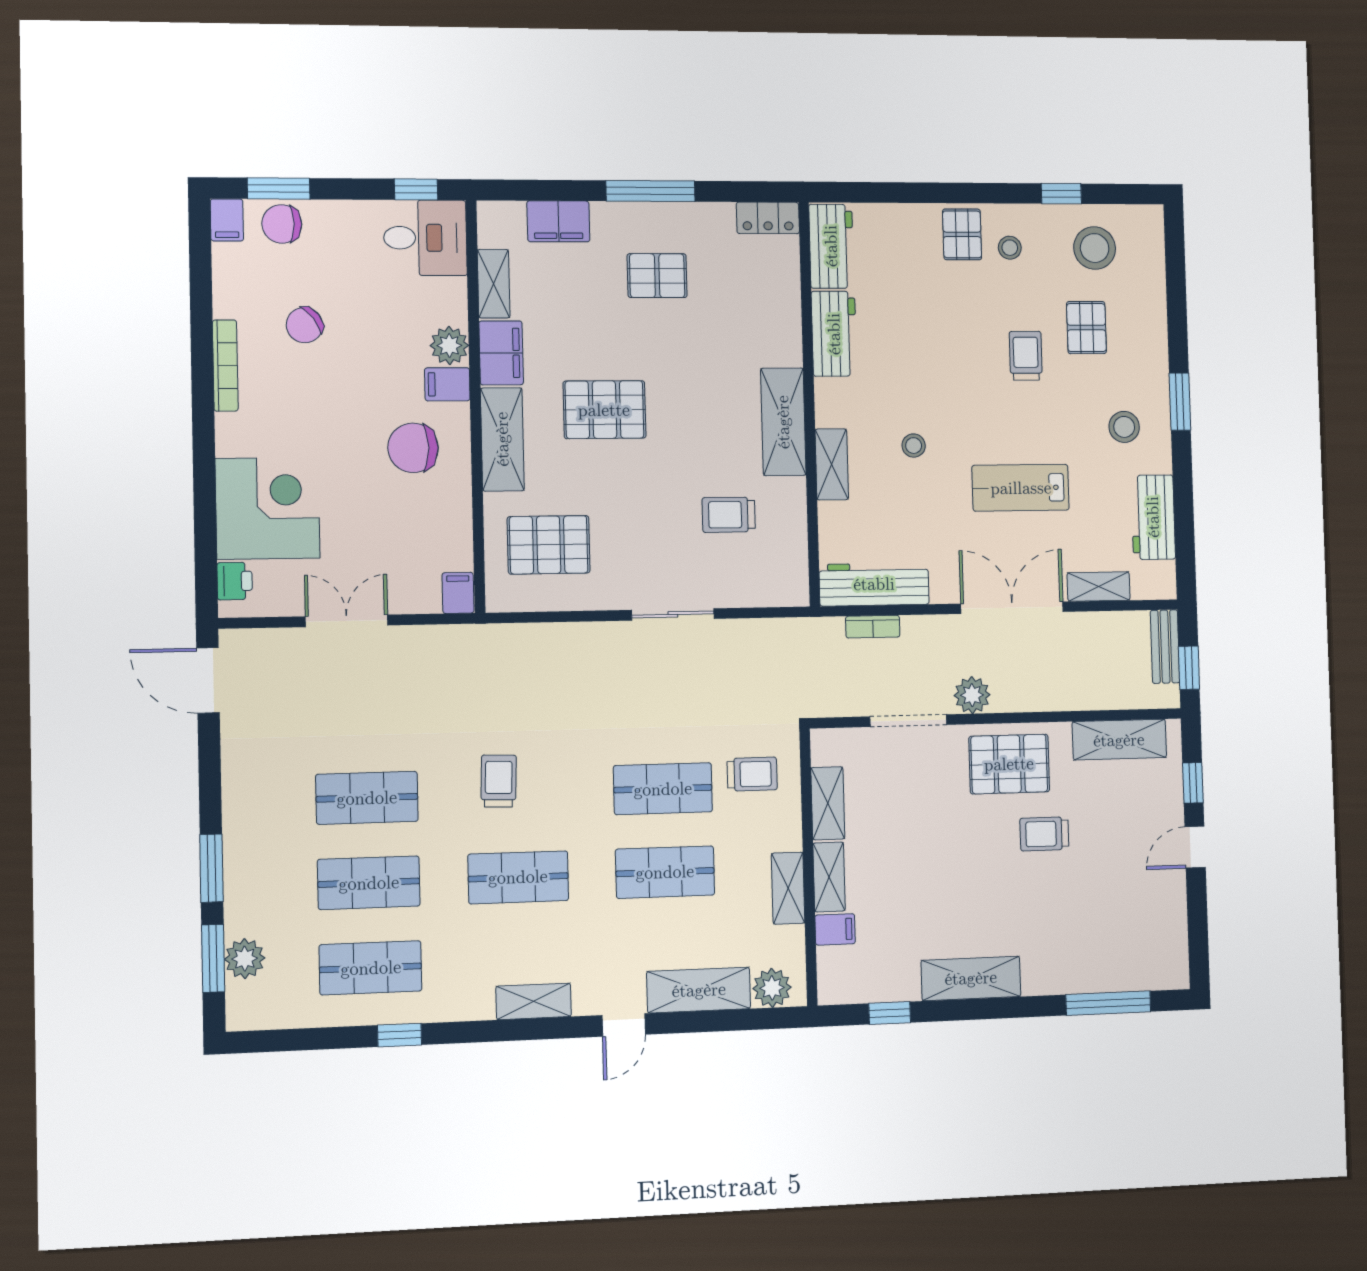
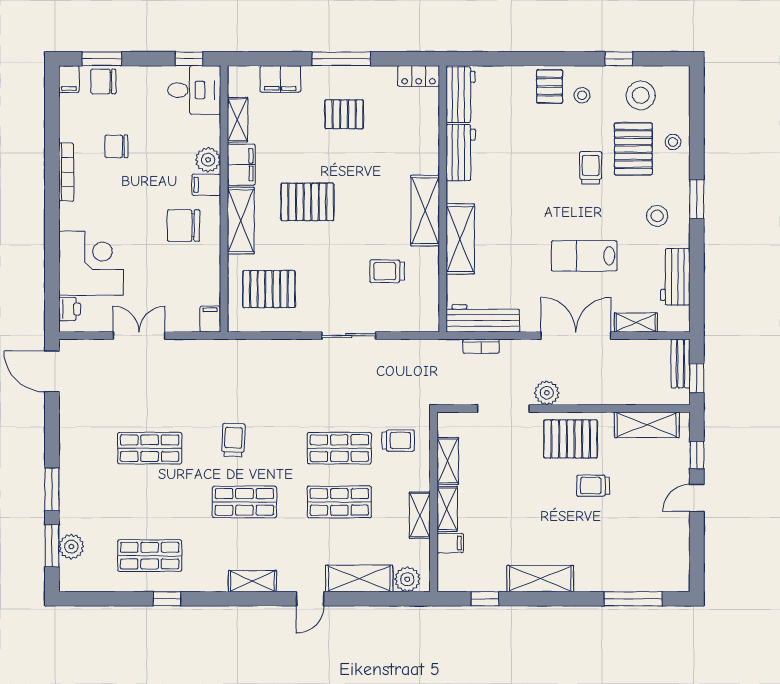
chair: (305, 325) -> (116, 146), turned 37
pallet: (1086, 328) -> (633, 149), width x1.50, depth x1.42
stool: (914, 446) -> (673, 142), moved
shelving: (832, 464) -> (460, 239), width x1.50, depth x1.33
shop shelf: (369, 883) -> (150, 502), removed

